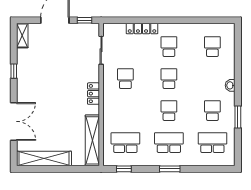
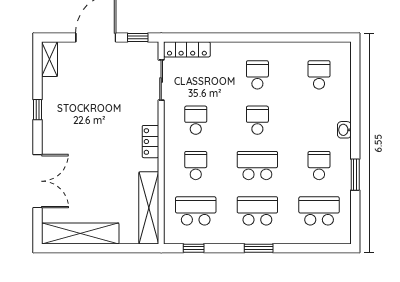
locker: (142, 29) -> (187, 49), moved
school desk: (125, 111) -> (196, 166), added
school desk: (169, 111) -> (257, 166), width x1.85

